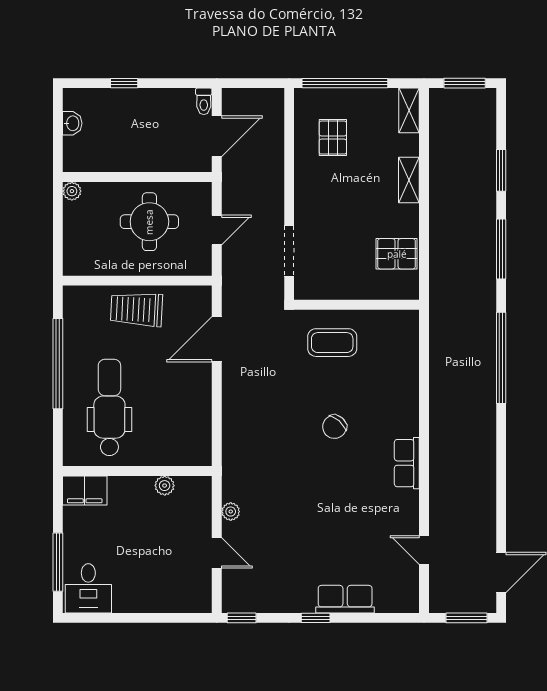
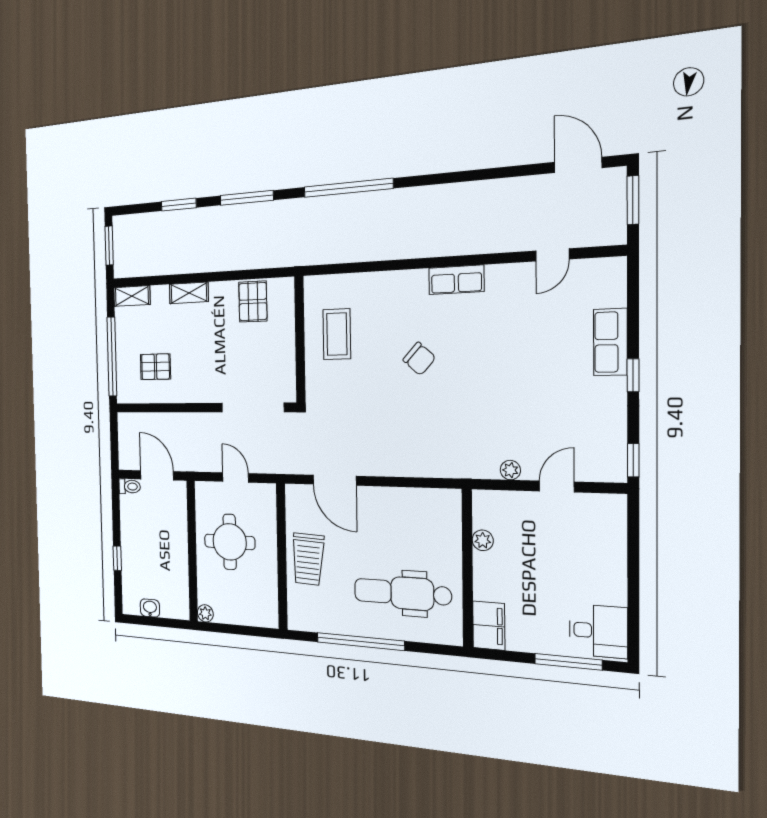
doorway: (289, 251) -> (253, 407), width x1.36
coffee table: (332, 343) -> (337, 334), moved

